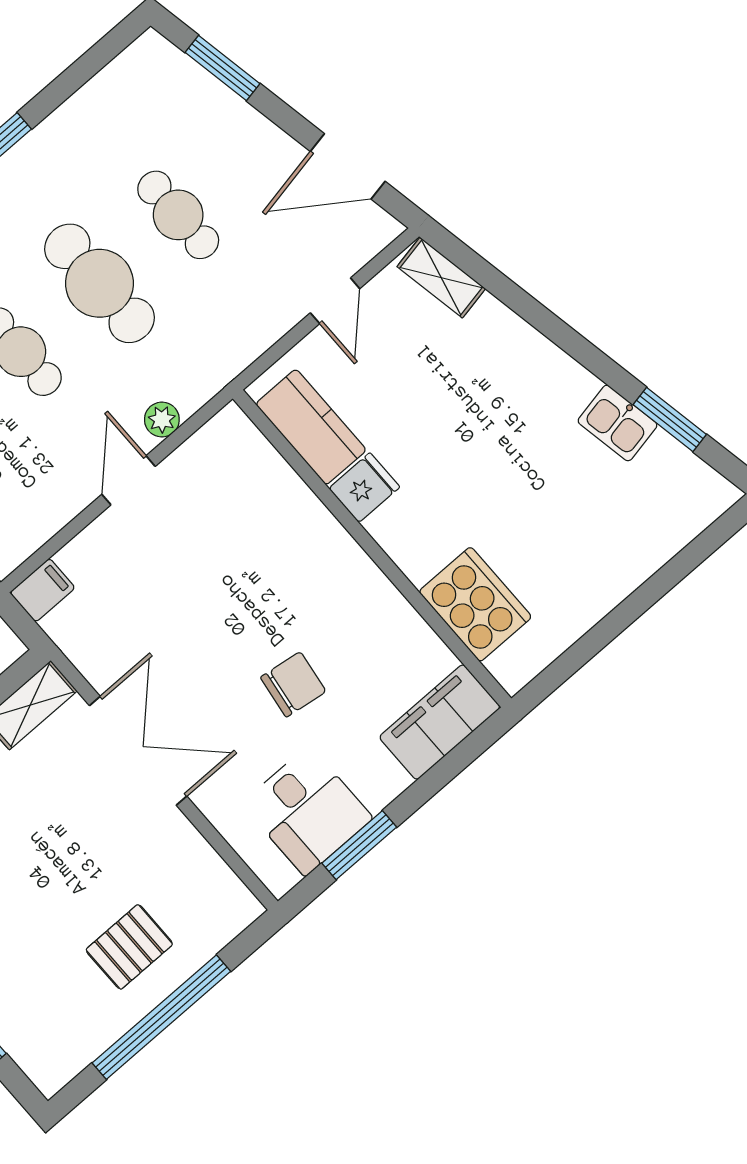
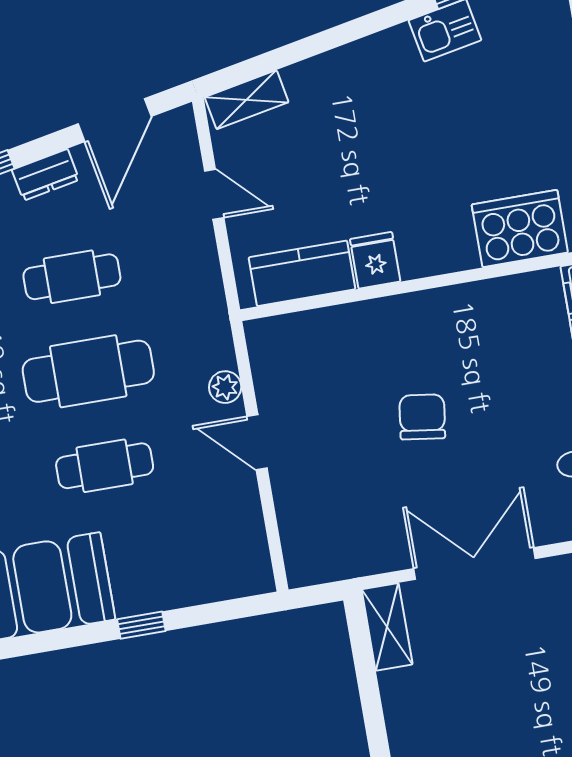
dresser: (258, 133) -> (46, 175), added
filing cabinet: (42, 590) -> (302, 562), removed
chair: (293, 684) -> (422, 417), moved

